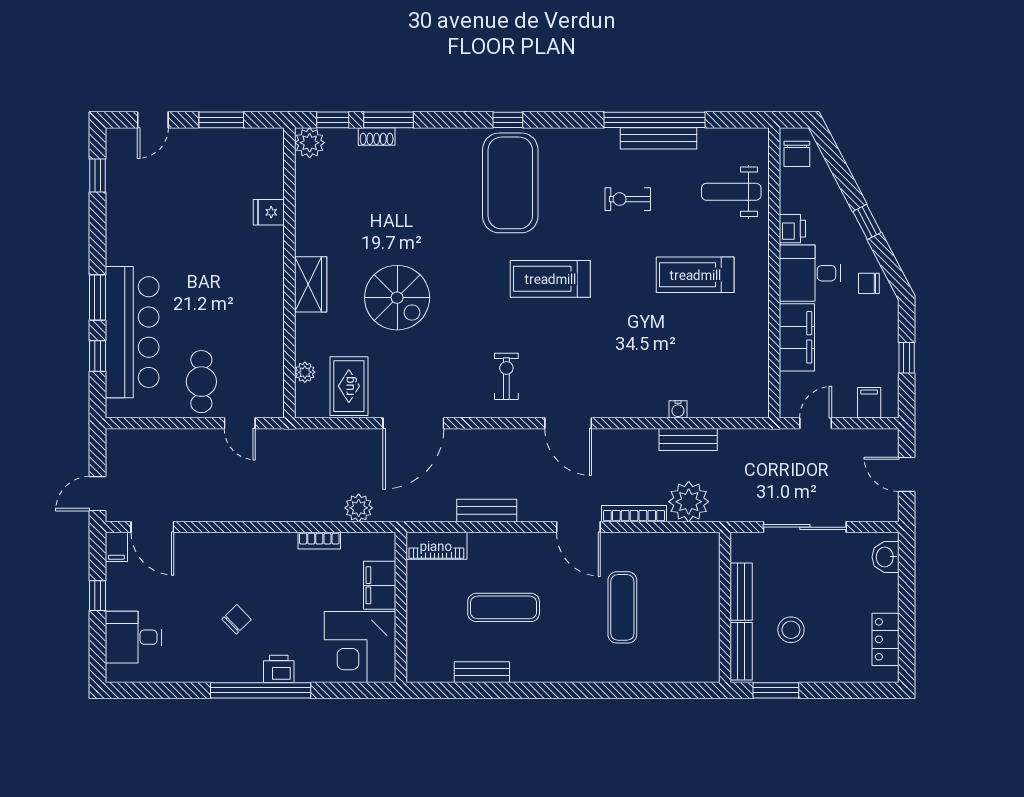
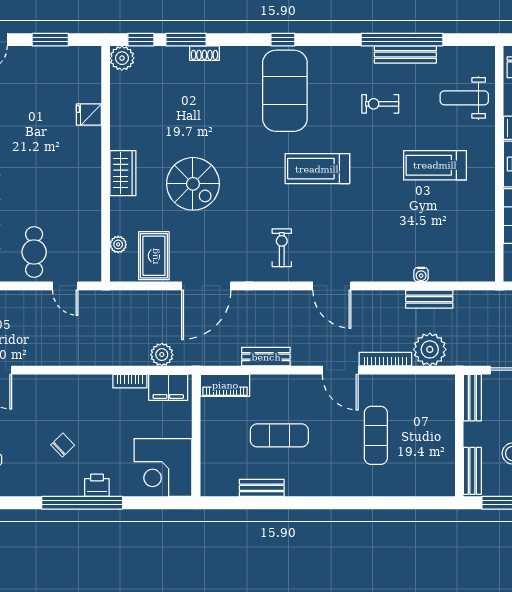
shoe rack: (377, 137) -> (204, 53), moved
filing cabinet: (380, 585) -> (168, 387), moved, turned -90
bench: (741, 592) -> (472, 398), moved

